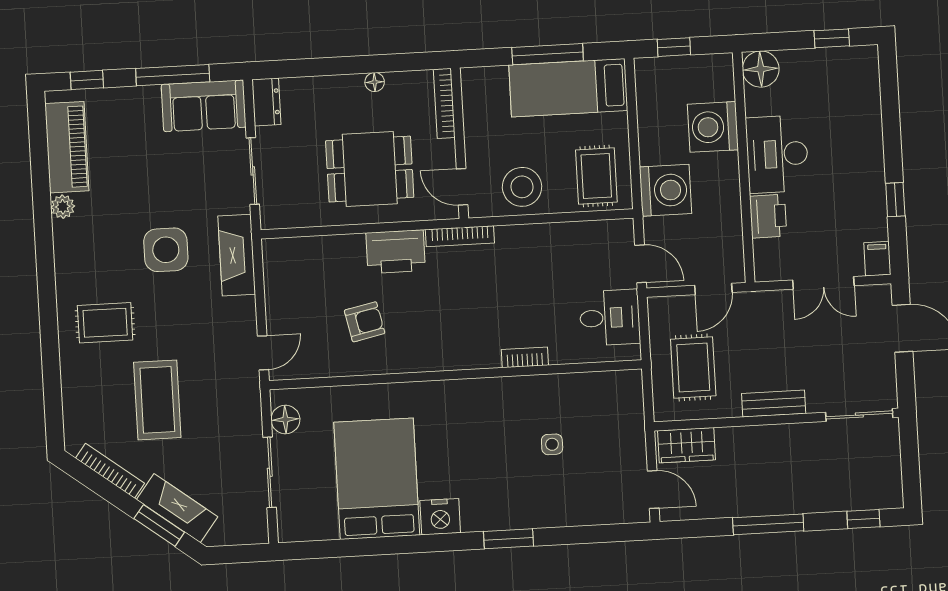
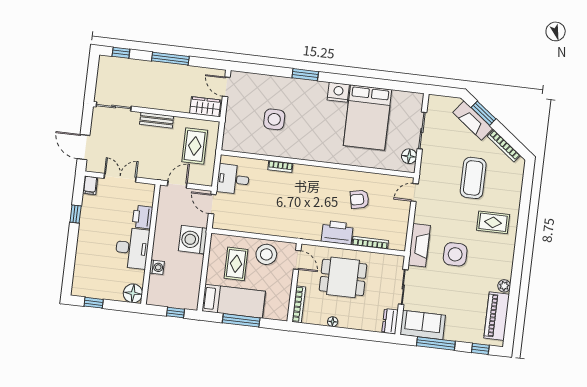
washing machine: (713, 127) -> (157, 267), width x0.53, depth x0.53
rug: (596, 176) -> (236, 264), moved
bookcase: (460, 236) -> (370, 243), moved
side table: (552, 444) -> (274, 119), width x1.87, depth x1.87

